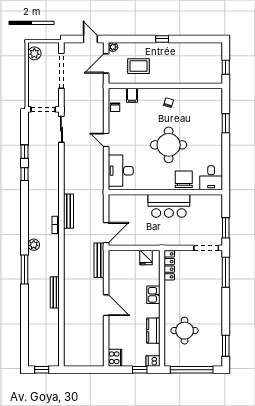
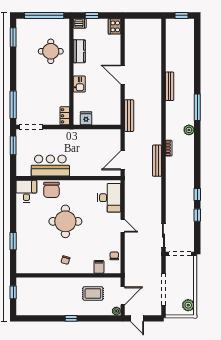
bar counter: (169, 206) -> (50, 166), moved
door: (106, 233) -> (123, 160), moved
locker: (169, 265) -> (65, 116), width x0.66

